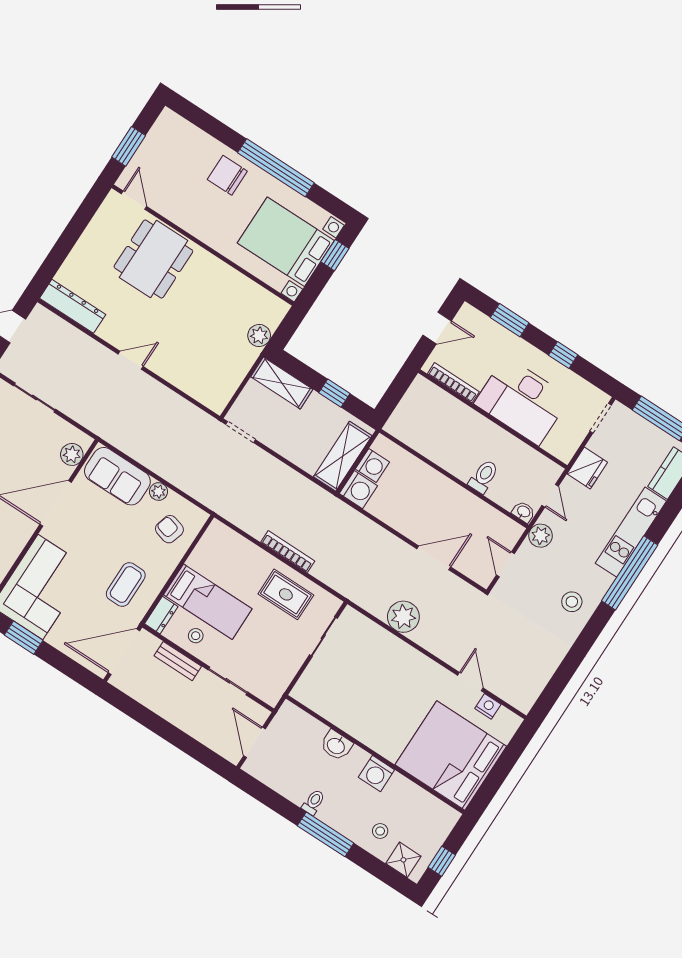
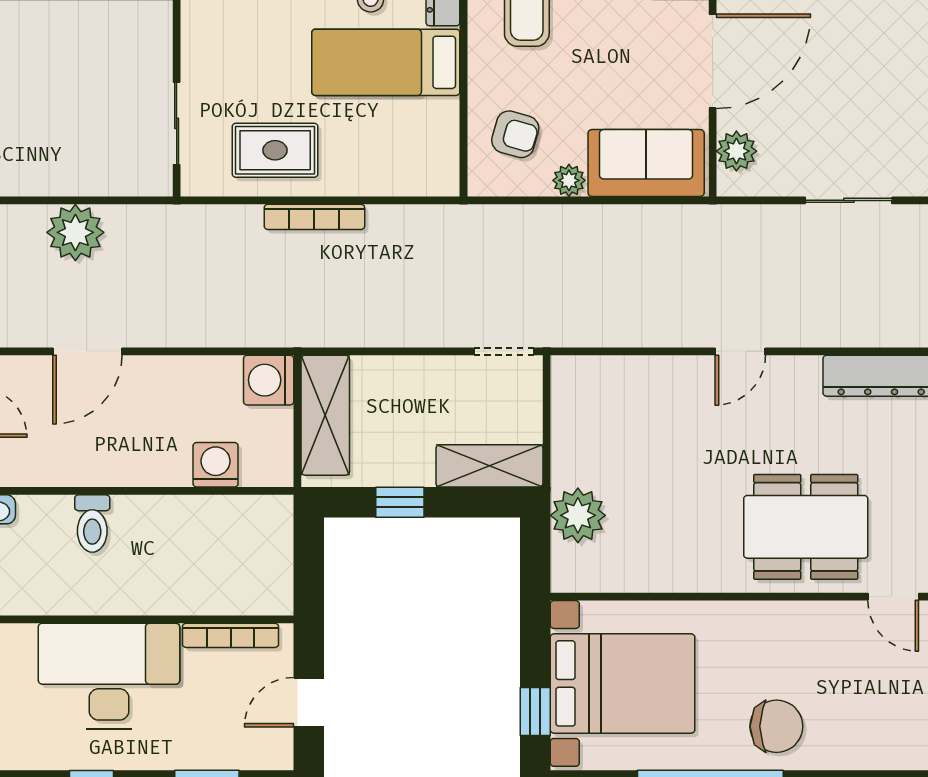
dining table: (153, 259) -> (806, 527), turned 90
plant: (259, 335) -> (578, 515), width x1.36, depth x1.36
washing machine: (372, 465) -> (216, 465), moved, turned 90

